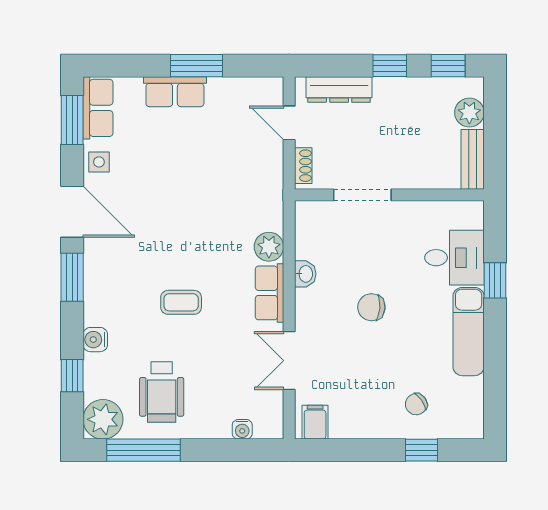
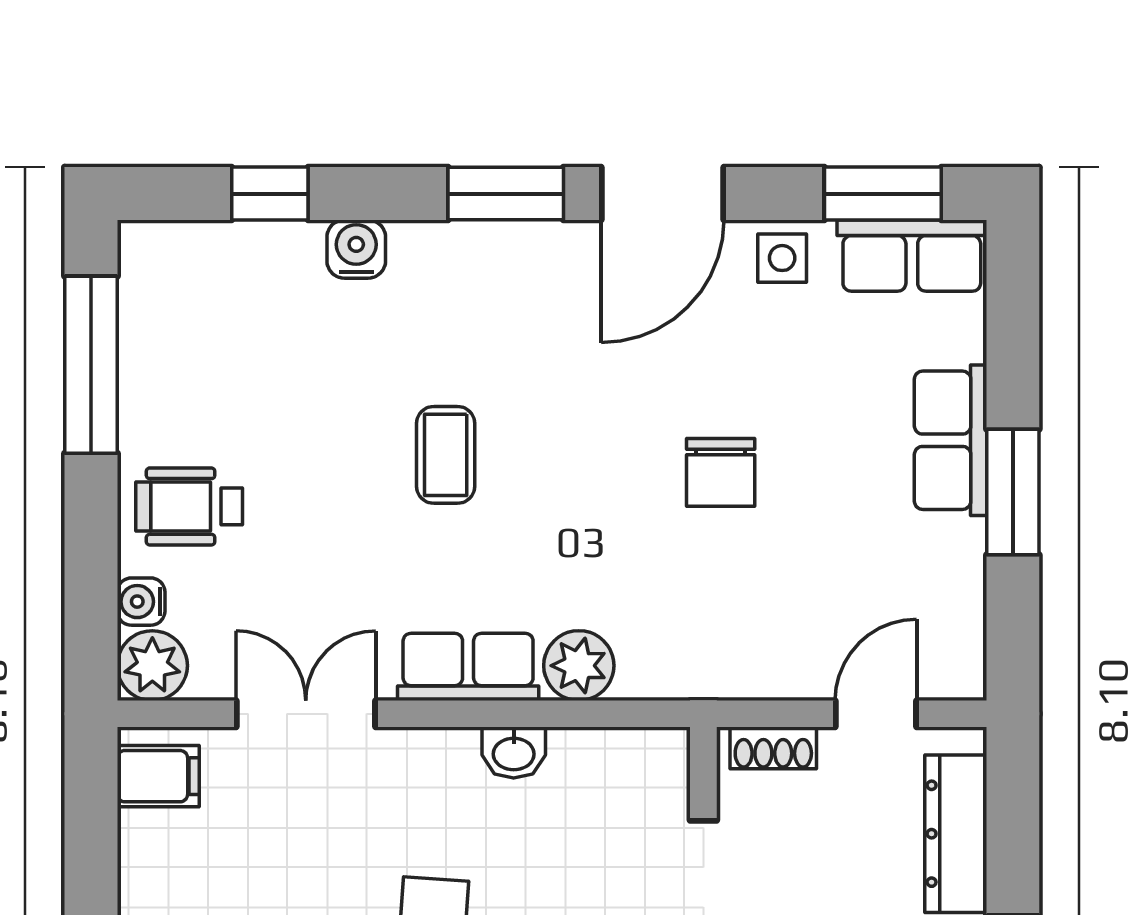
chair: (188, 188) -> (721, 472), added
wheelchair: (162, 392) -> (189, 506), moved, width x0.73, depth x0.73
plant: (103, 419) -> (152, 666), moved, width x0.73, depth x0.73

